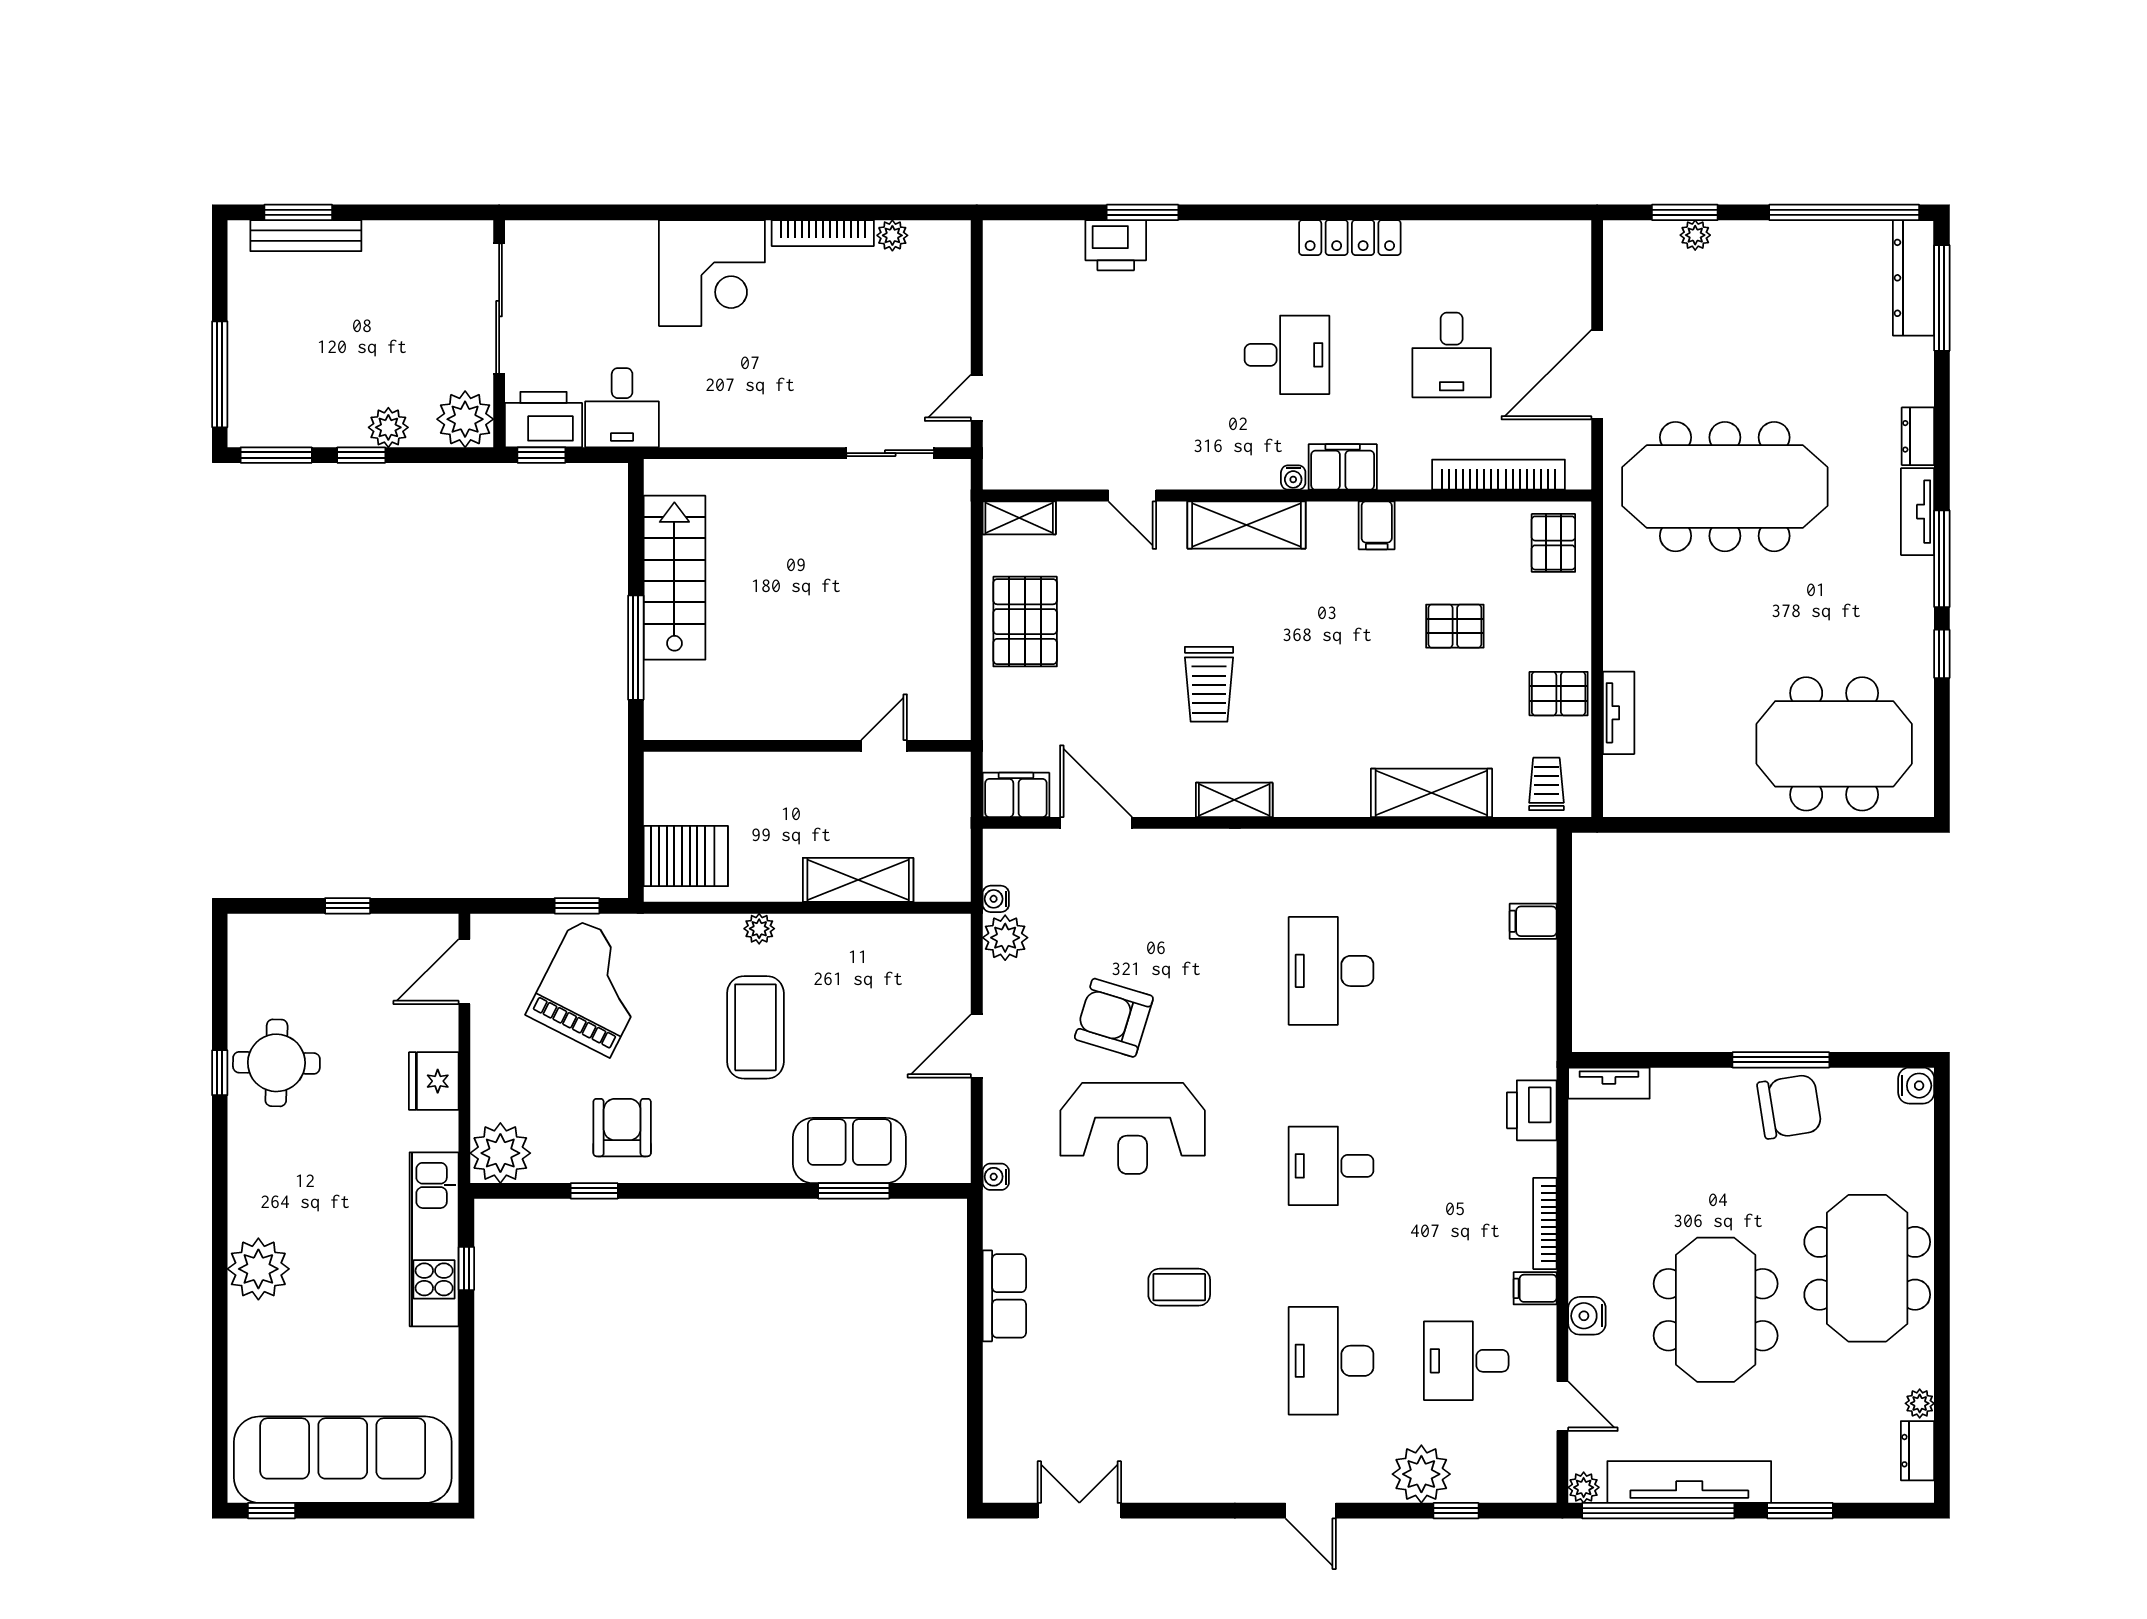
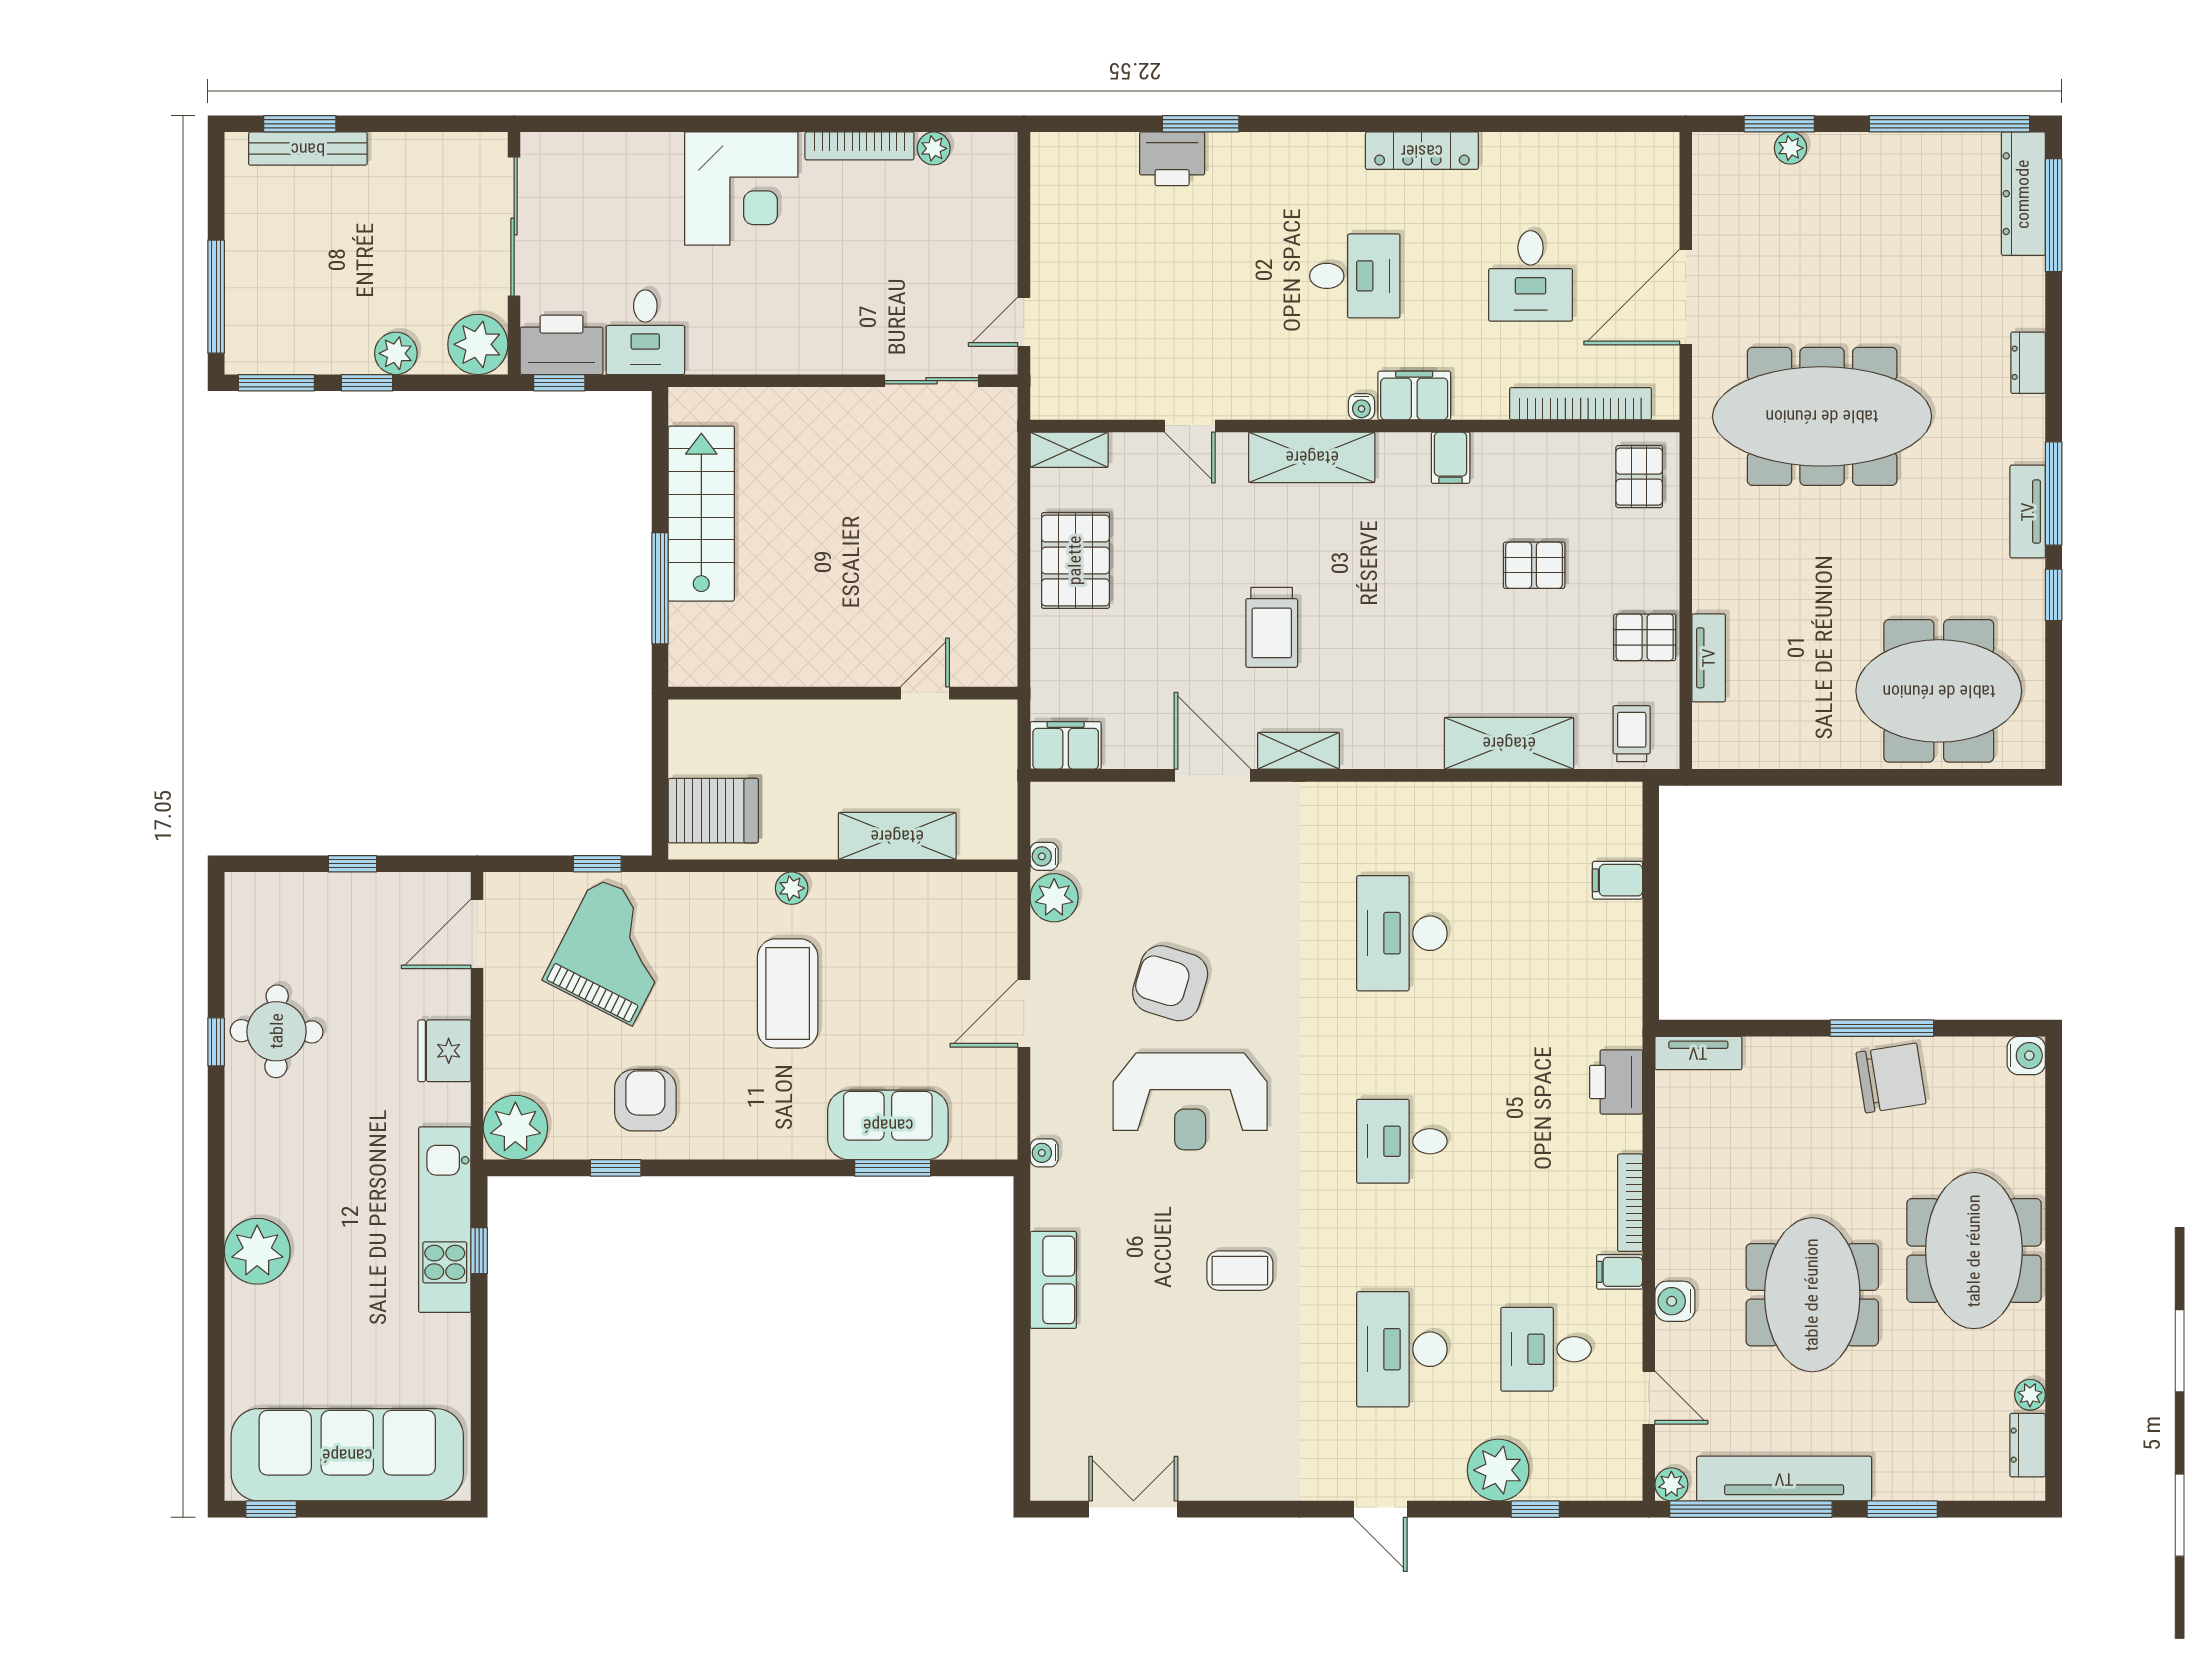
tv unit: (1918, 512) -> (2028, 512), moved
door: (1096, 823) -> (1212, 775), moved

